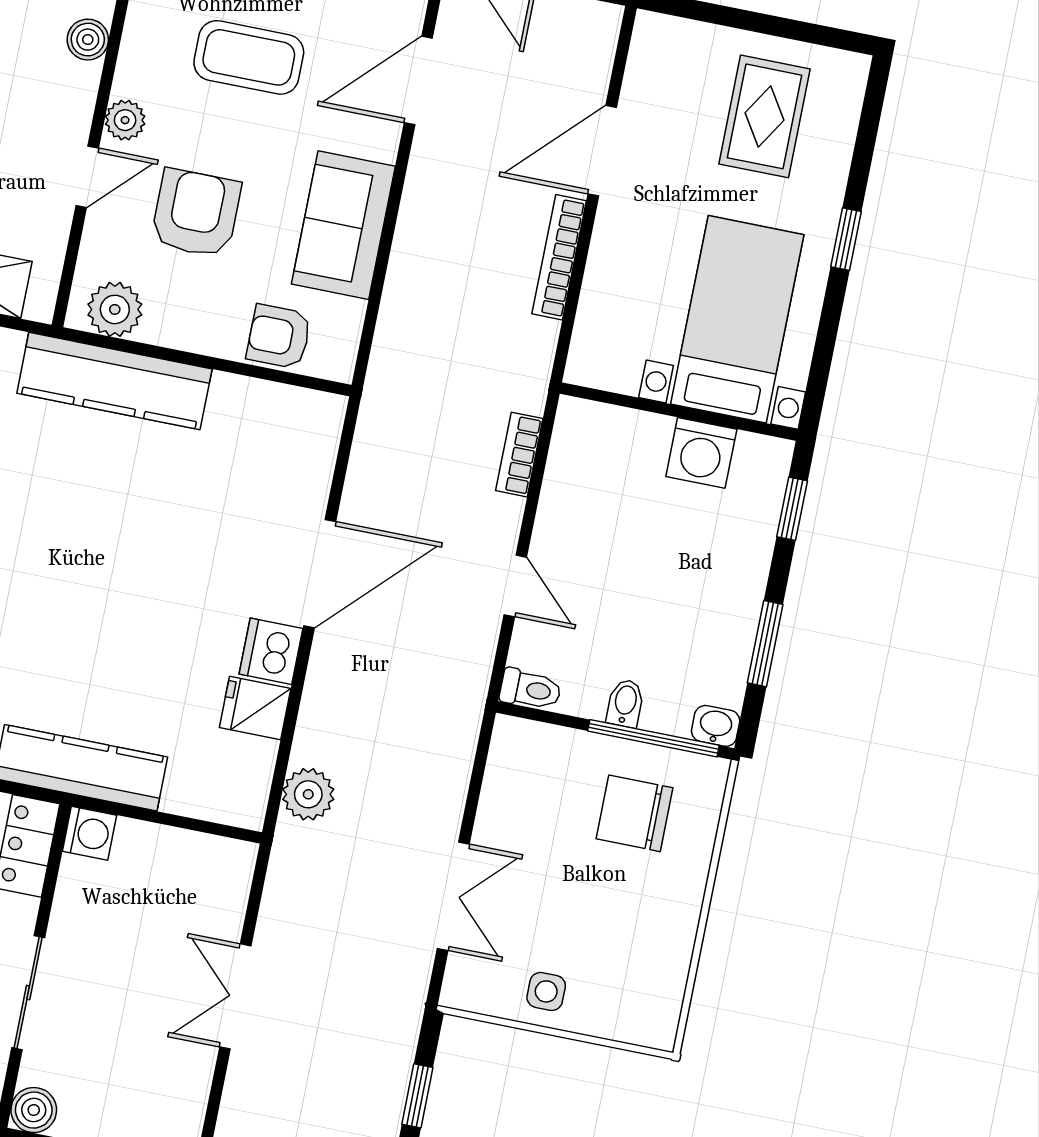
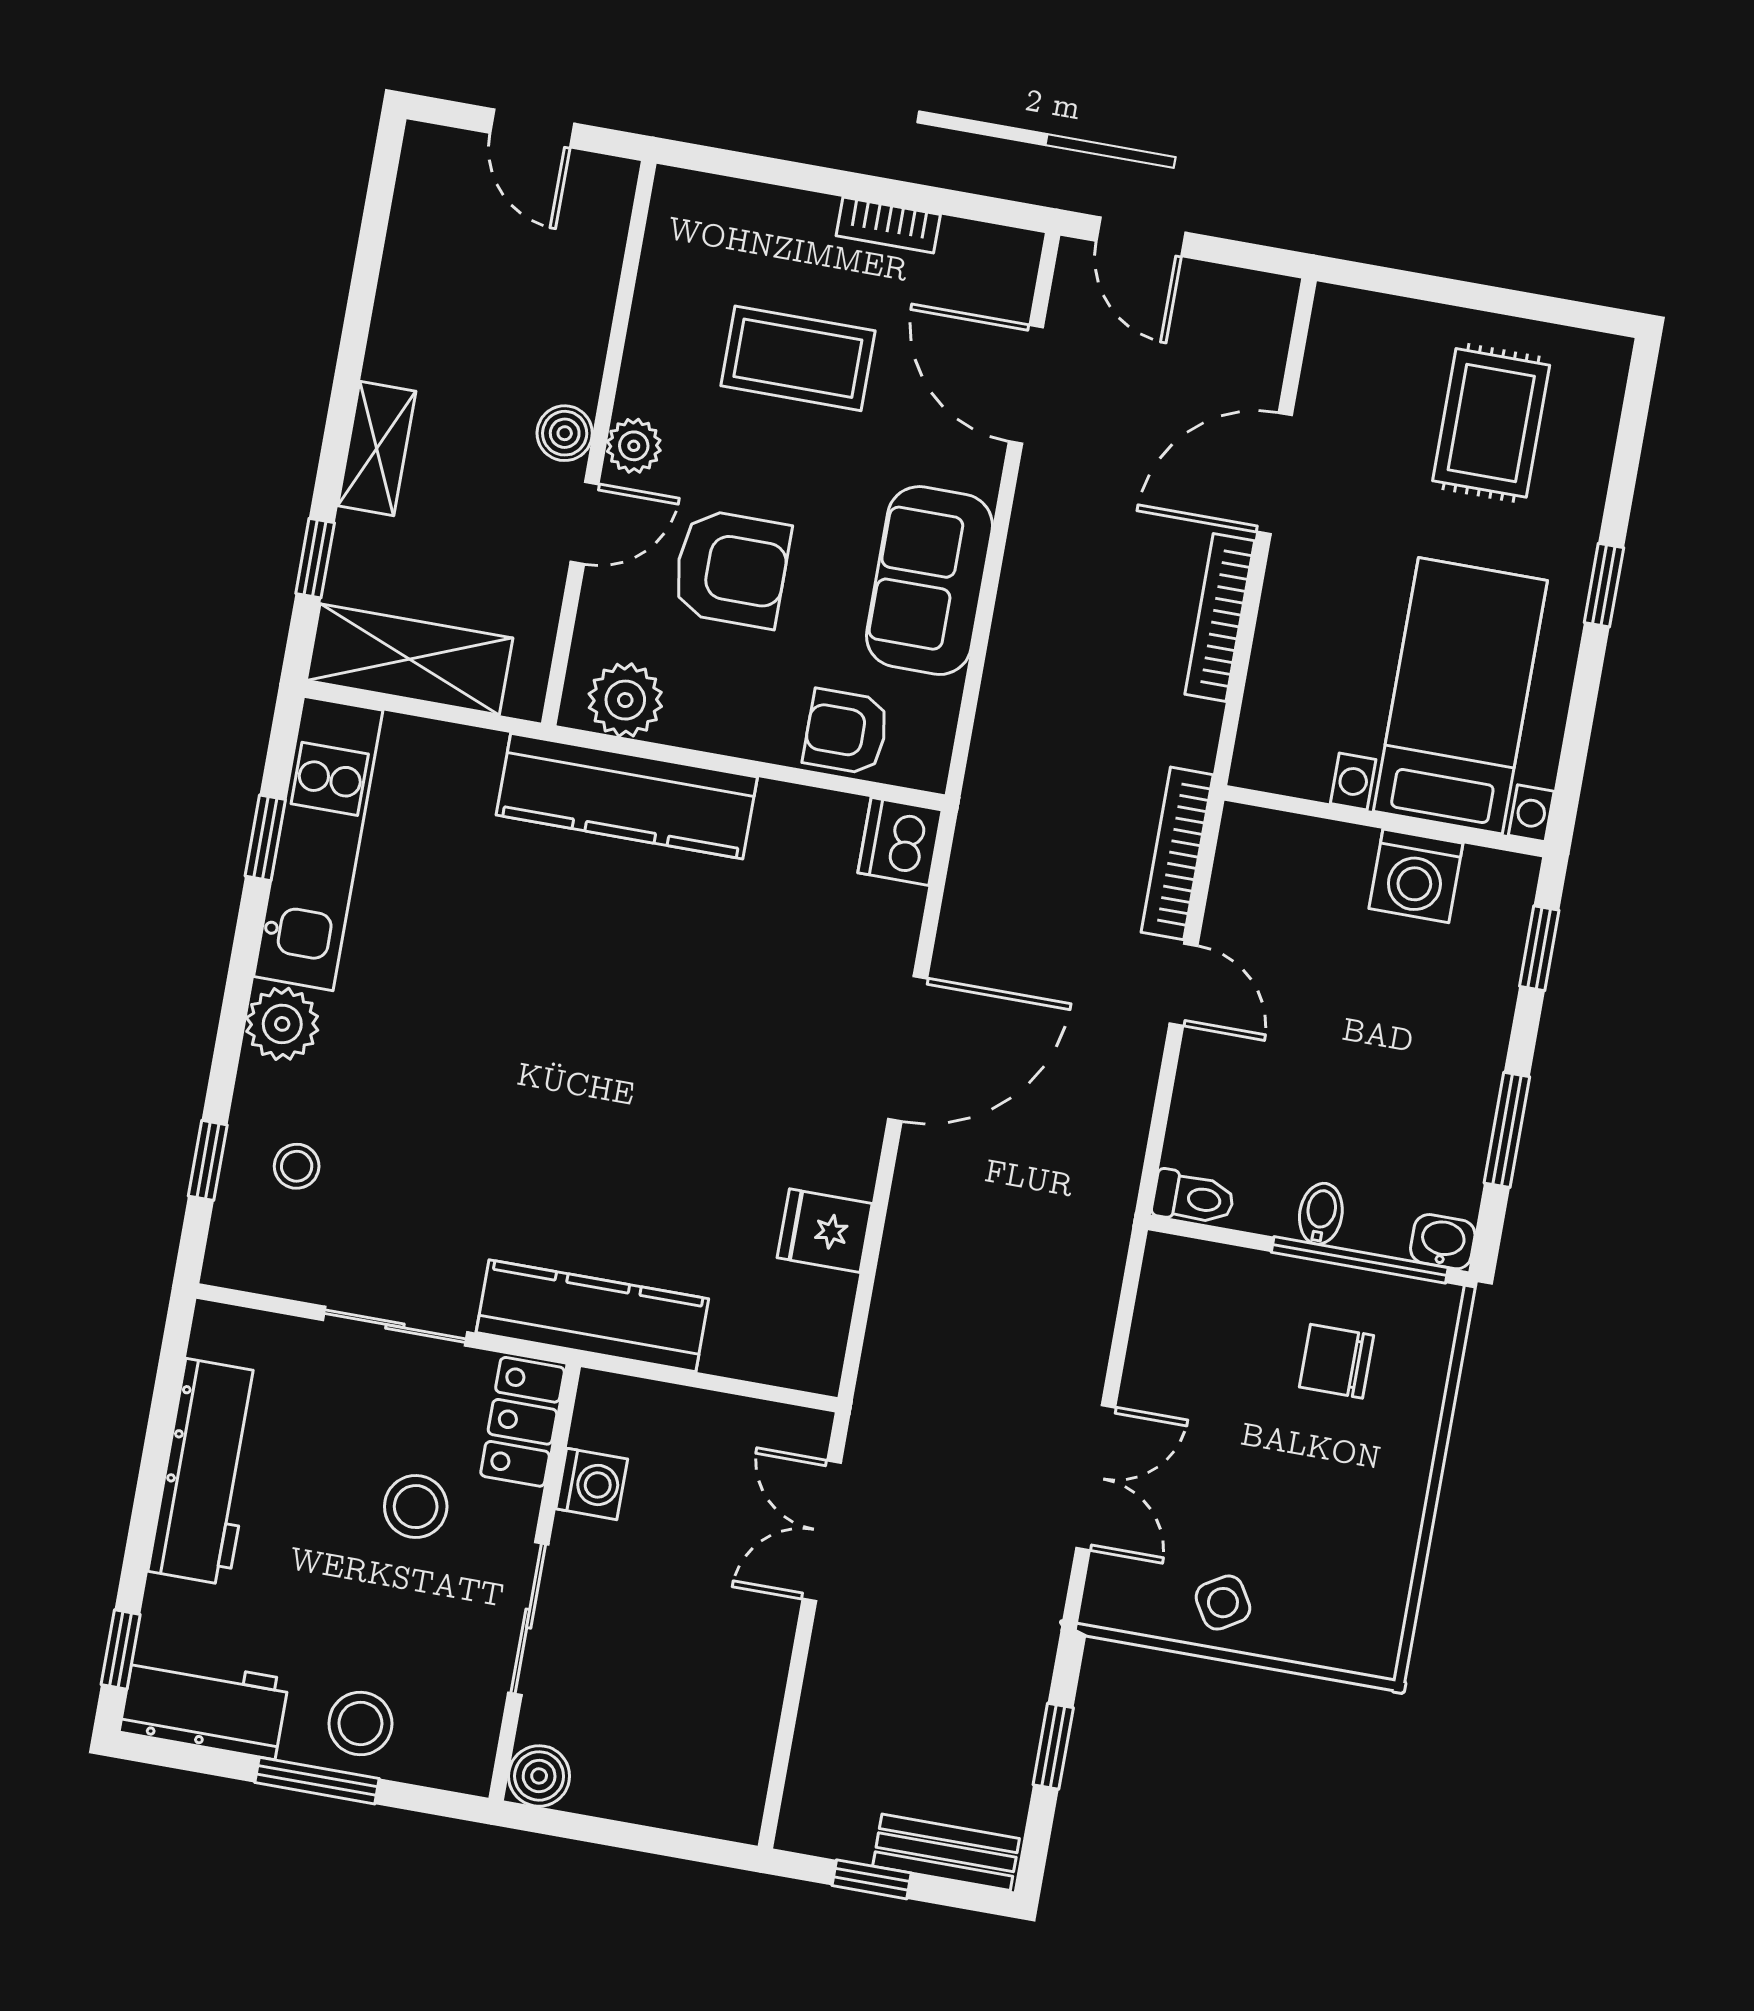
boiler: (88, 40) -> (565, 433), moved
door: (418, 80) -> (1026, 384), hinge flipped
armchair: (196, 213) -> (731, 569), turned 90
bookcase: (519, 455) -> (1177, 853), width x1.56
door: (515, 586) -> (1184, 985), moved
dishwasher: (271, 651) -> (900, 841), moved
plant: (308, 794) -> (898, 1345), removed
chair: (635, 813) -> (1337, 1361), width x0.73, depth x0.73
washing machine: (89, 833) -> (592, 1484), moved
side table: (546, 991) -> (1223, 1603), turned -31
double door: (235, 996) -> (822, 1531), moved

